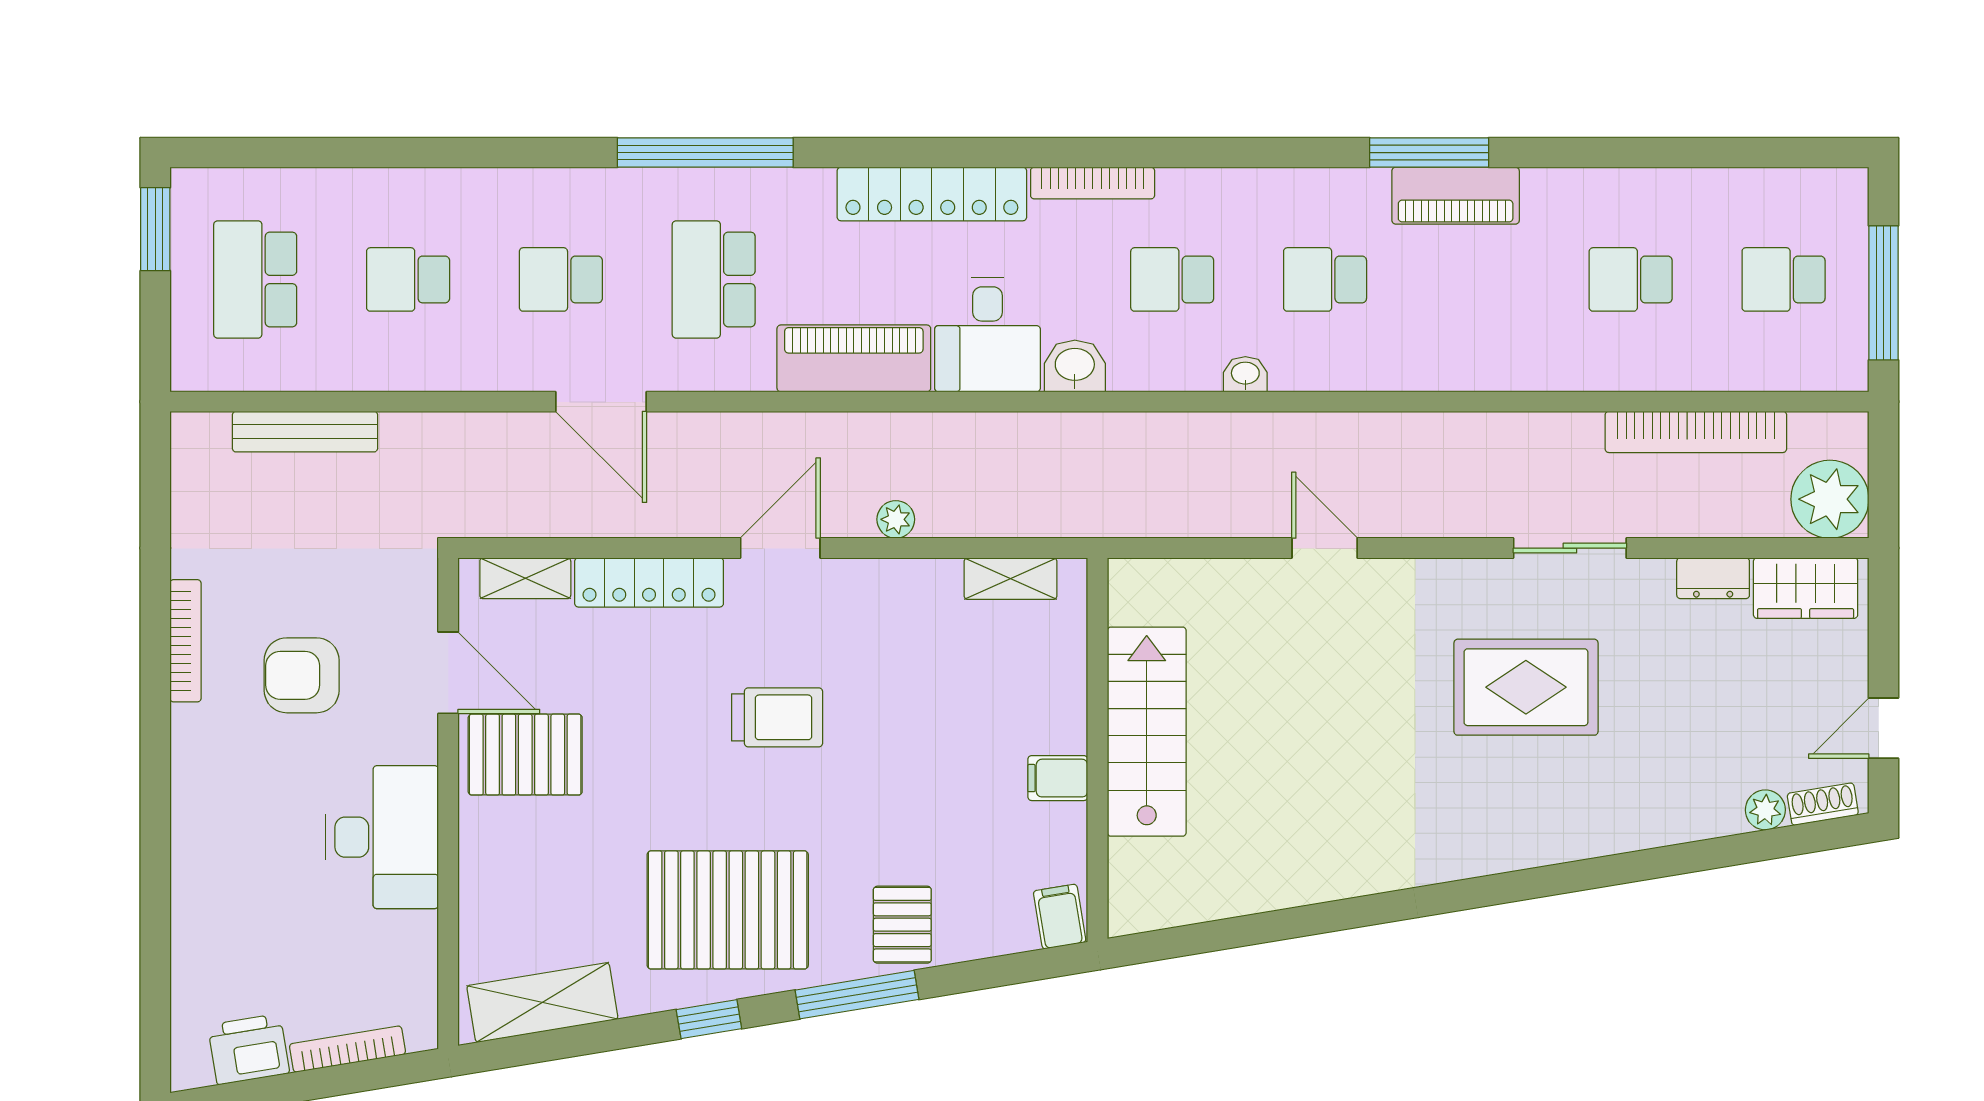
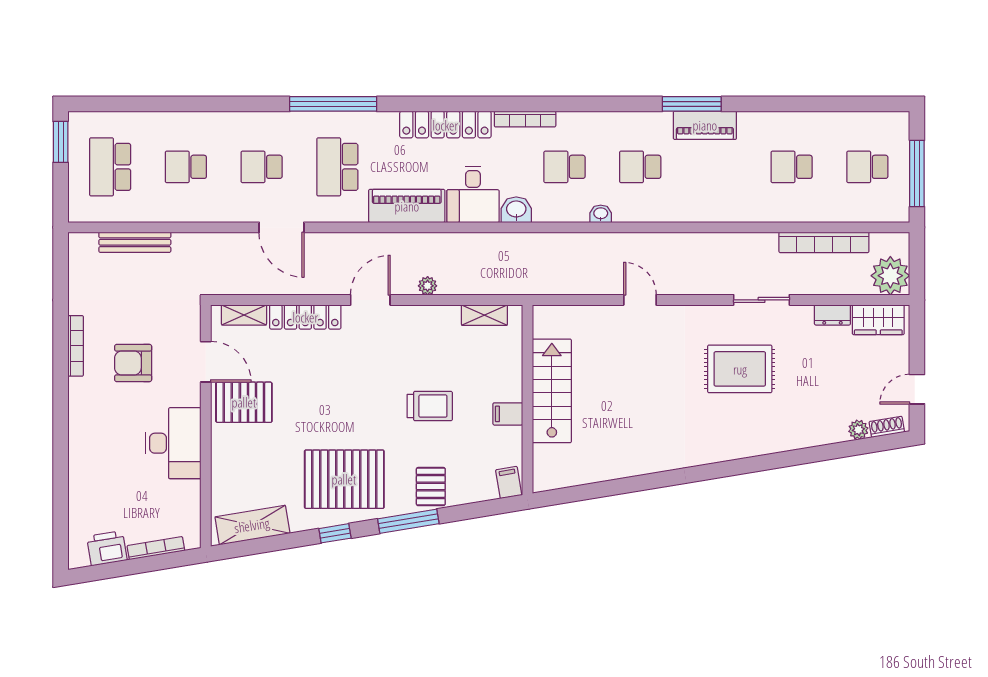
trolley: (777, 717) -> (430, 406), moved

